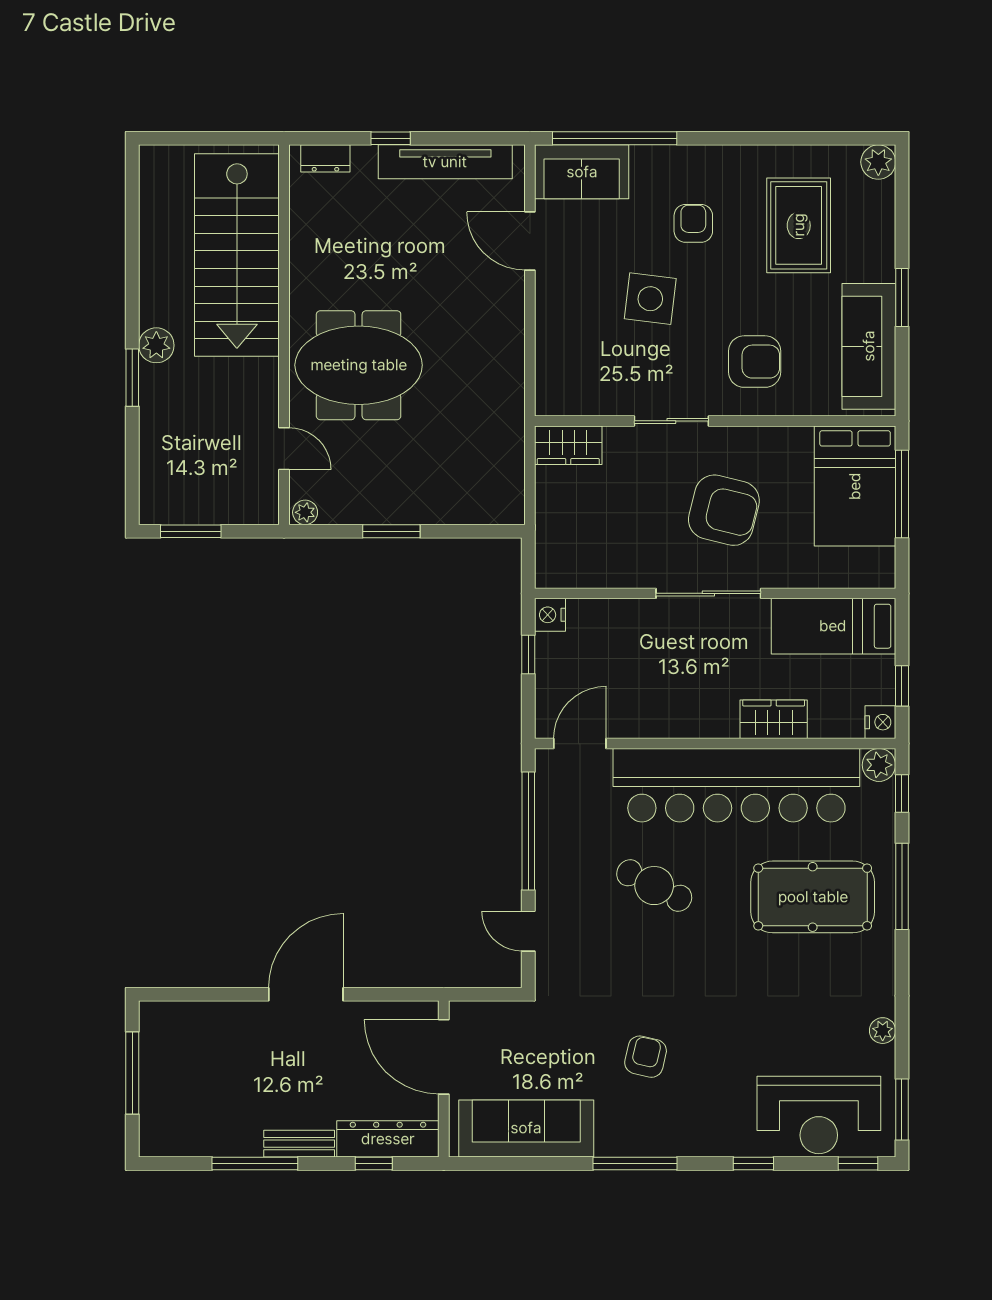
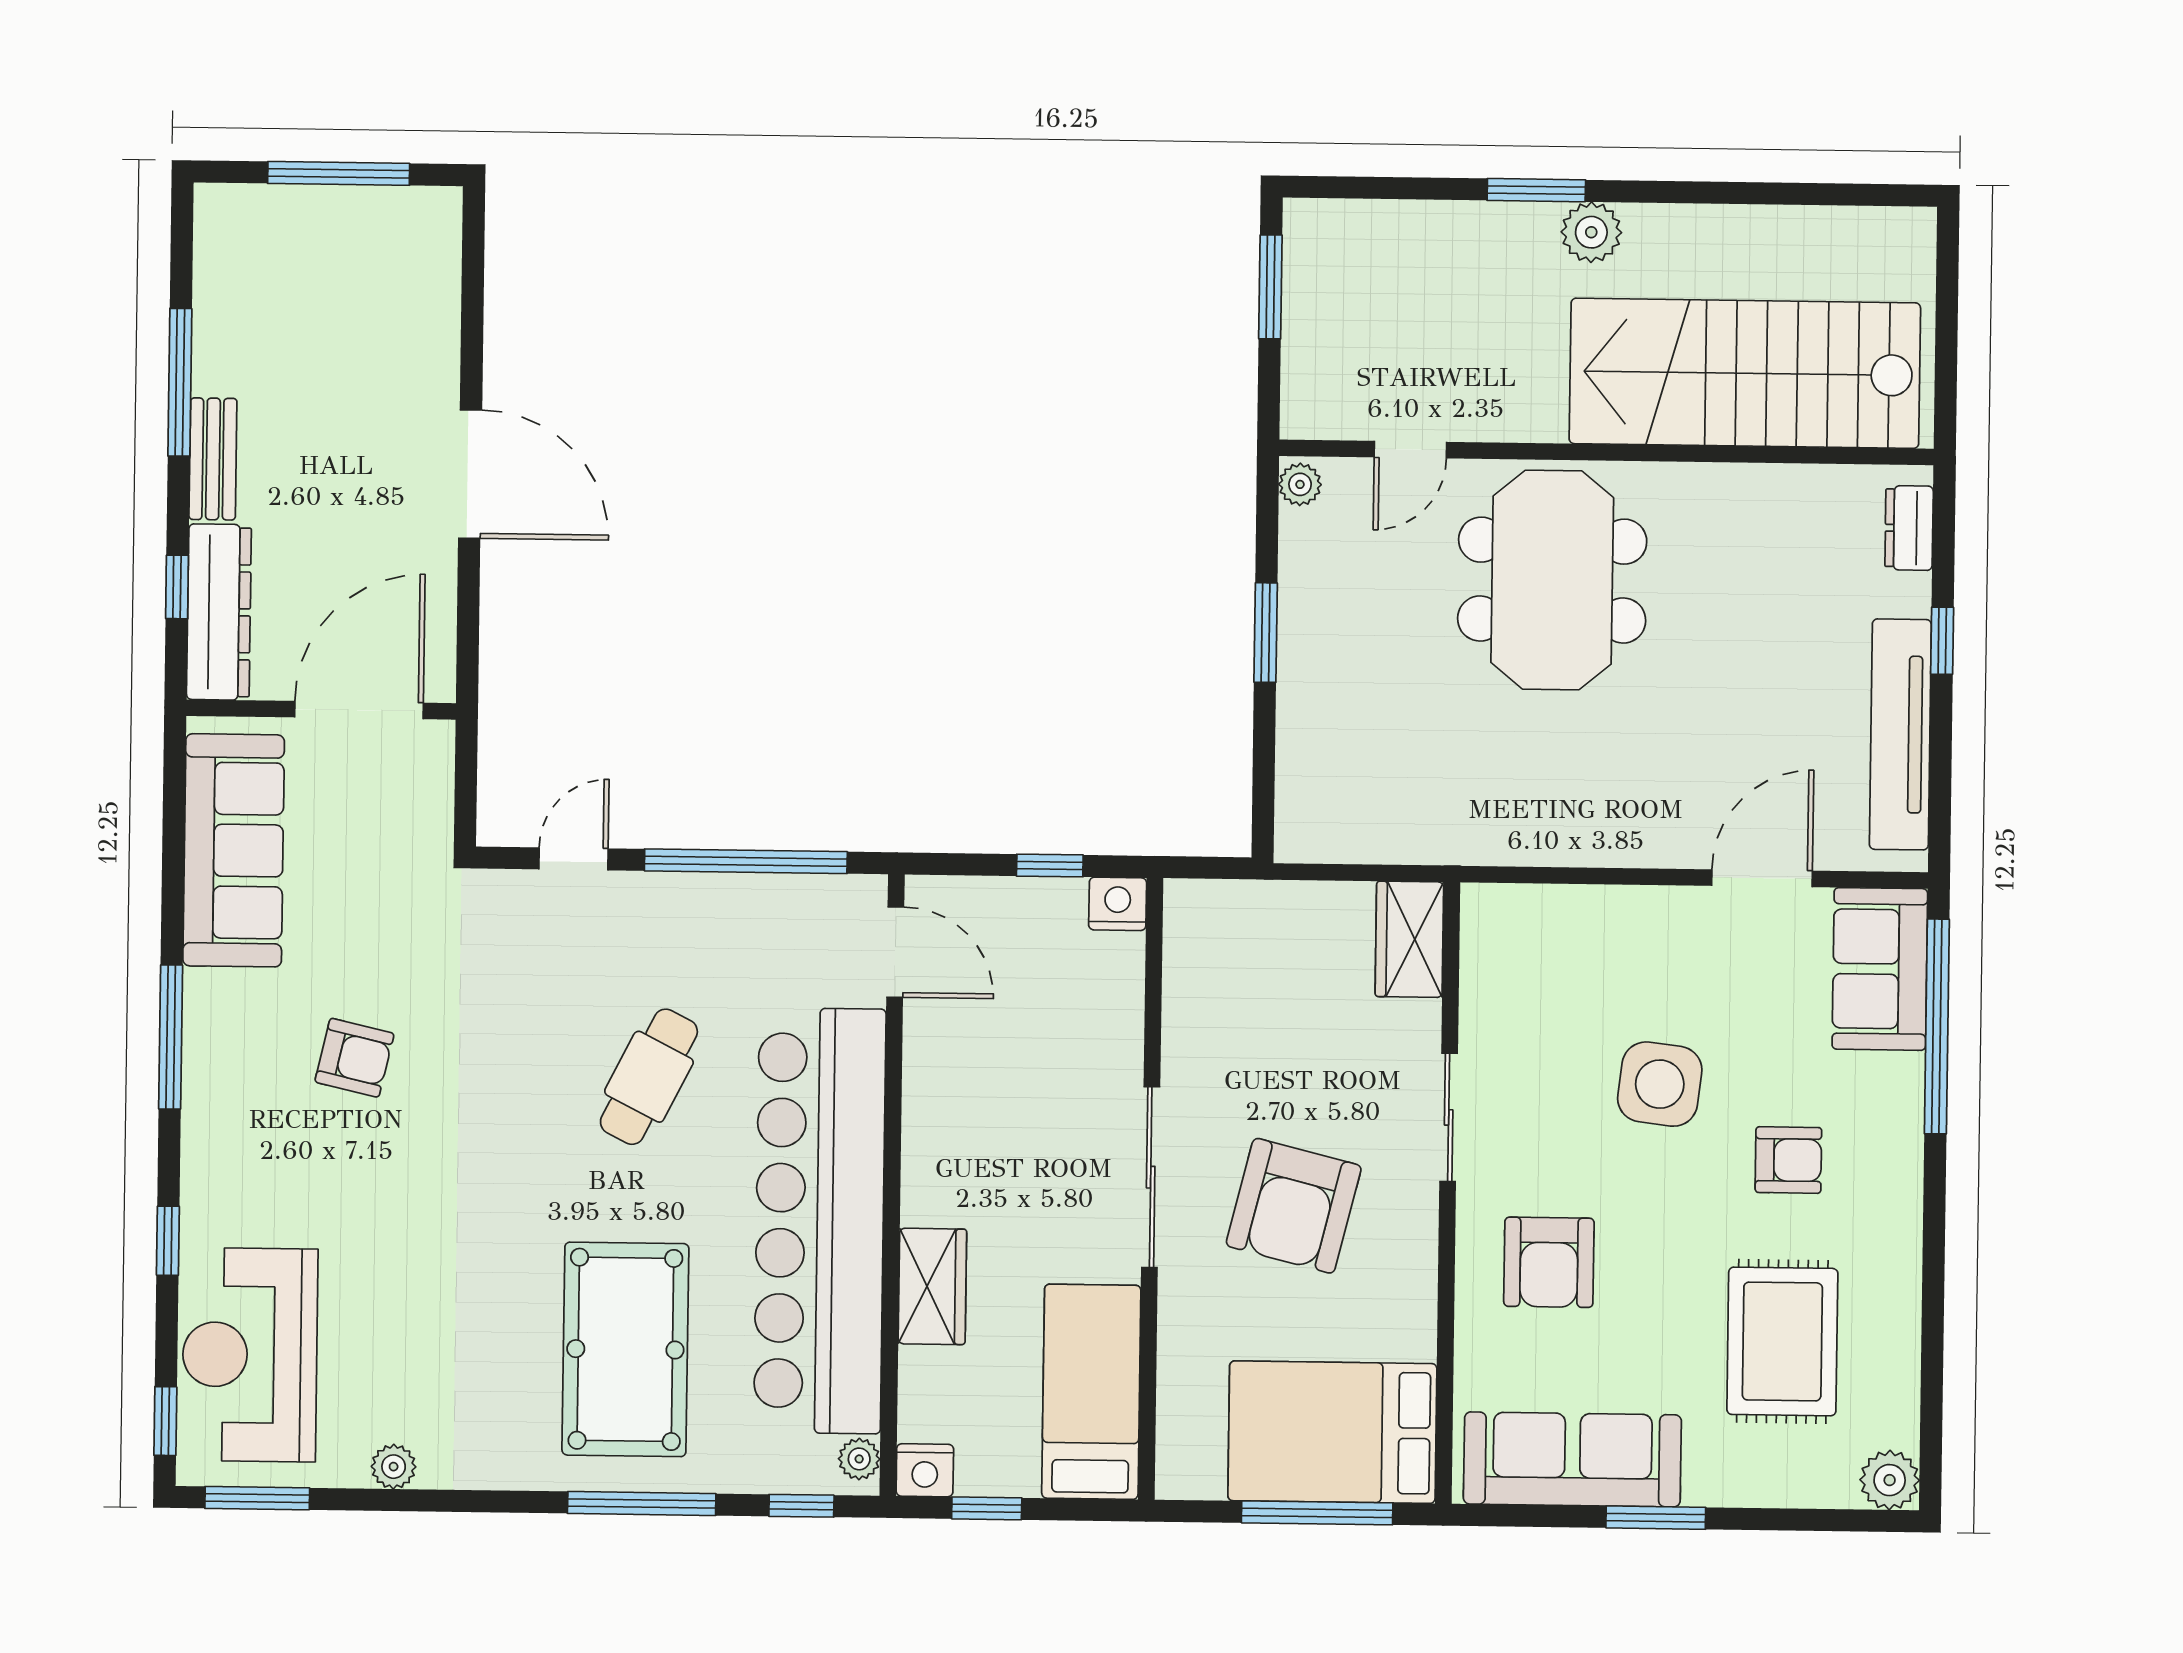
rug: (799, 225) -> (1782, 1341), turned 90
plant: (879, 765) -> (859, 1459), width x0.73, depth x0.73

